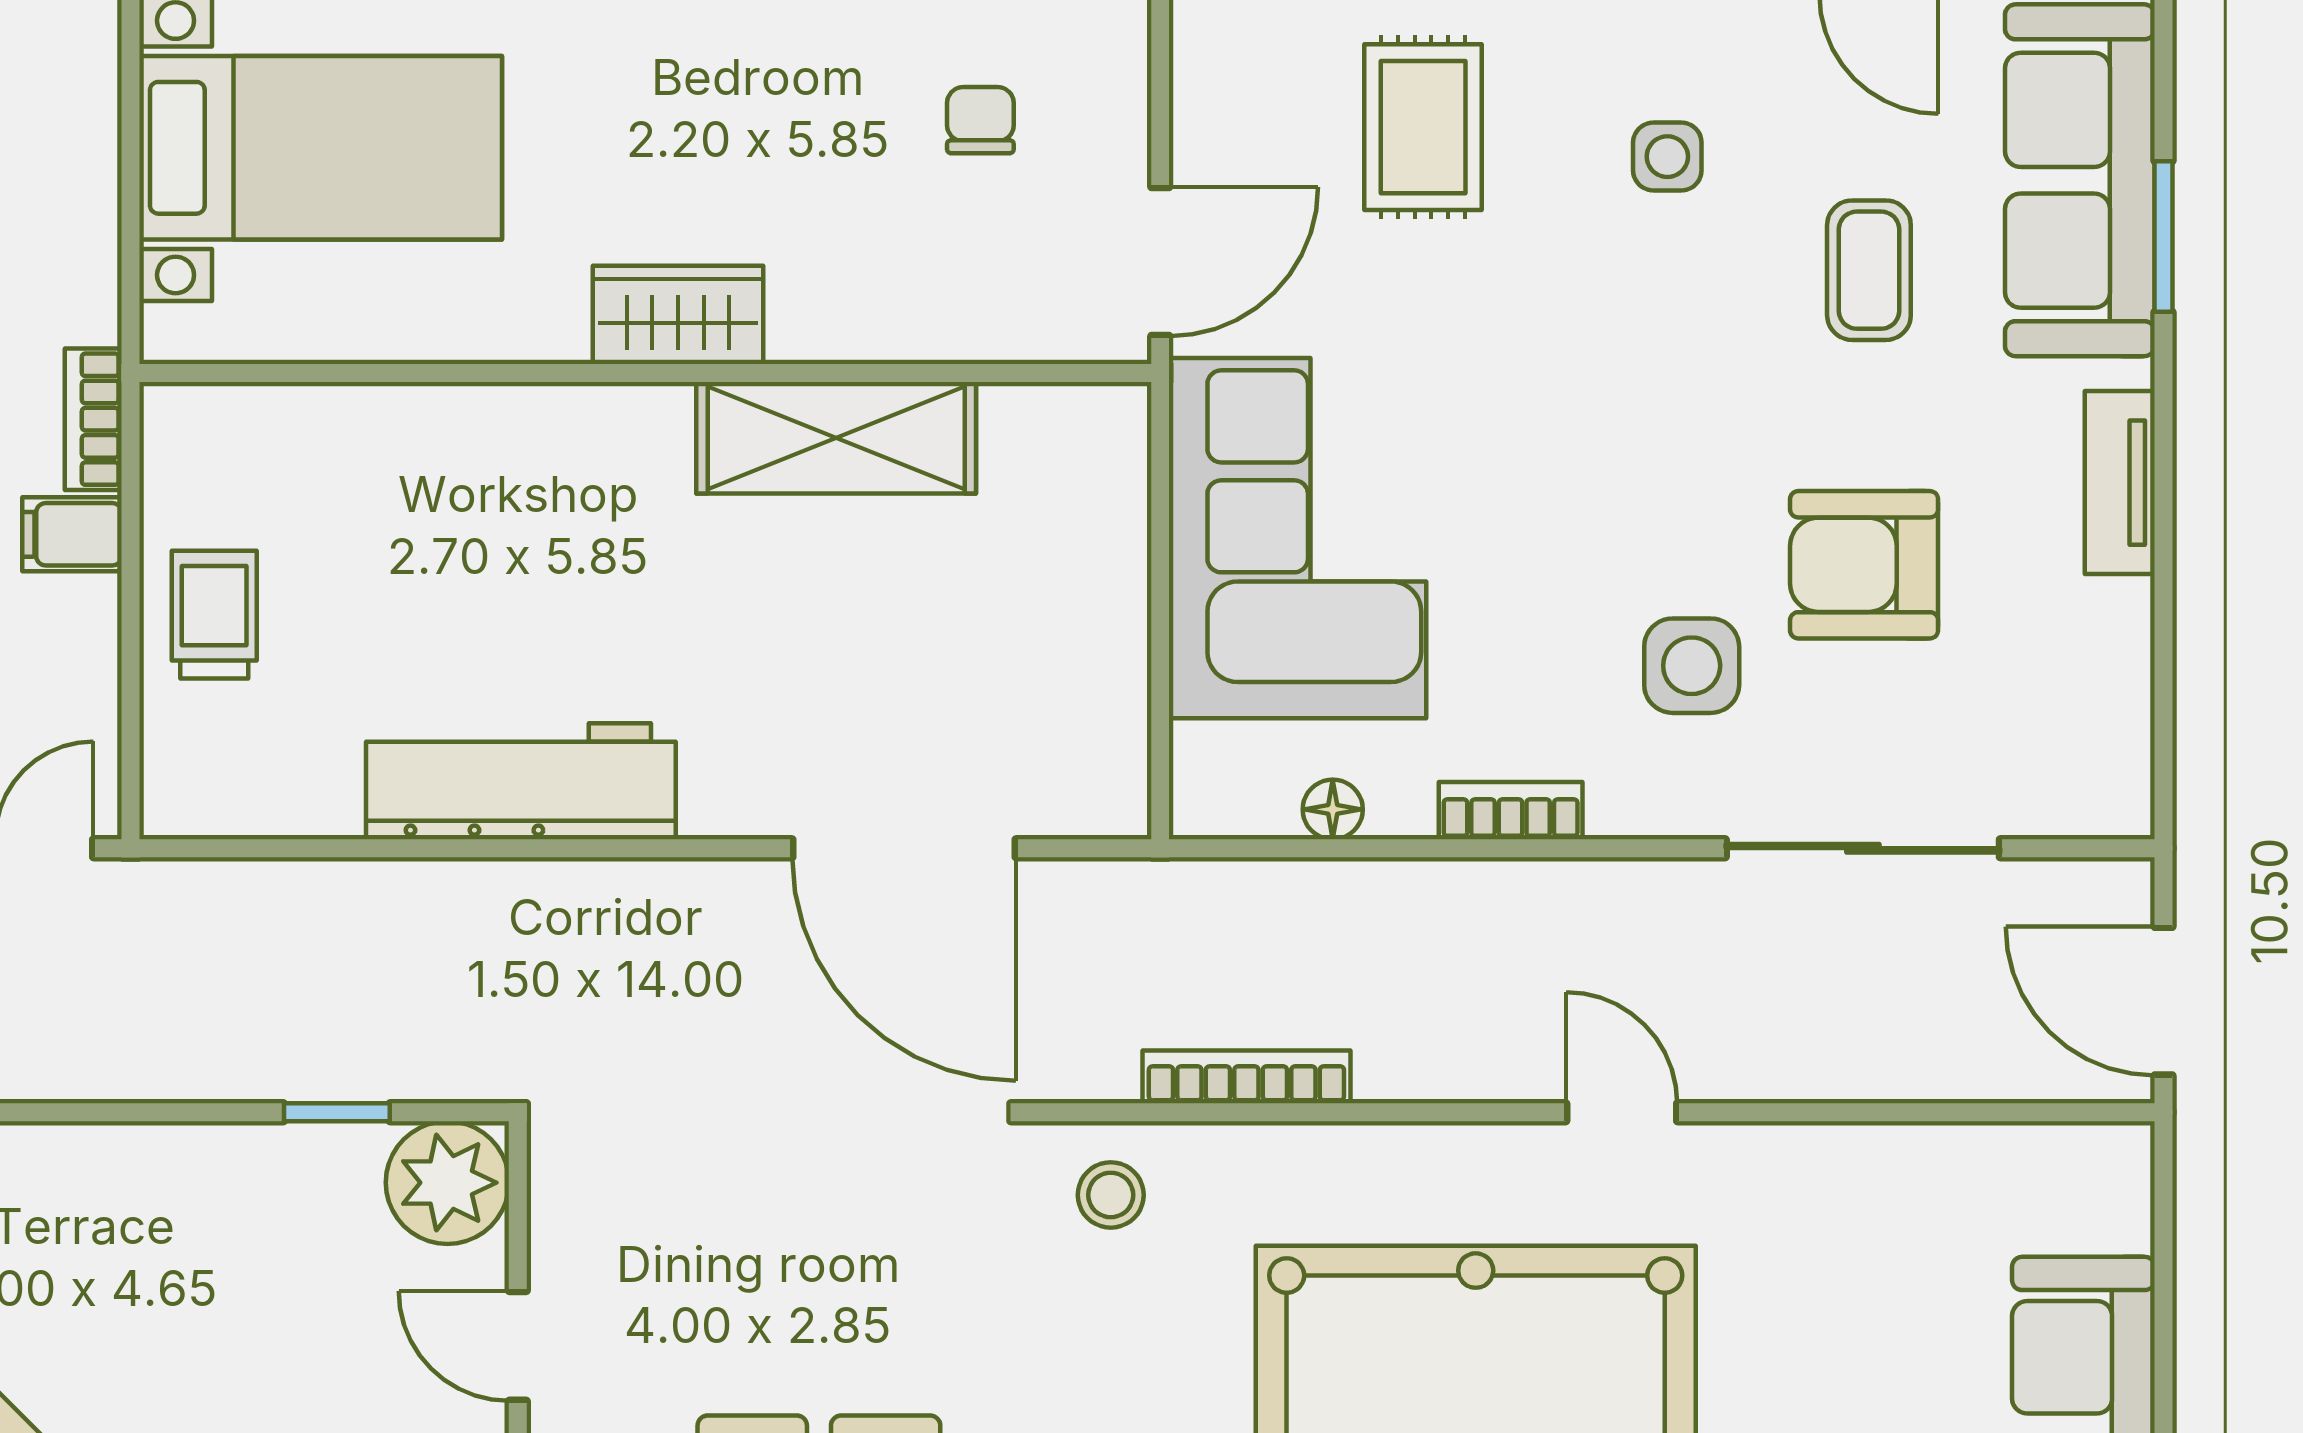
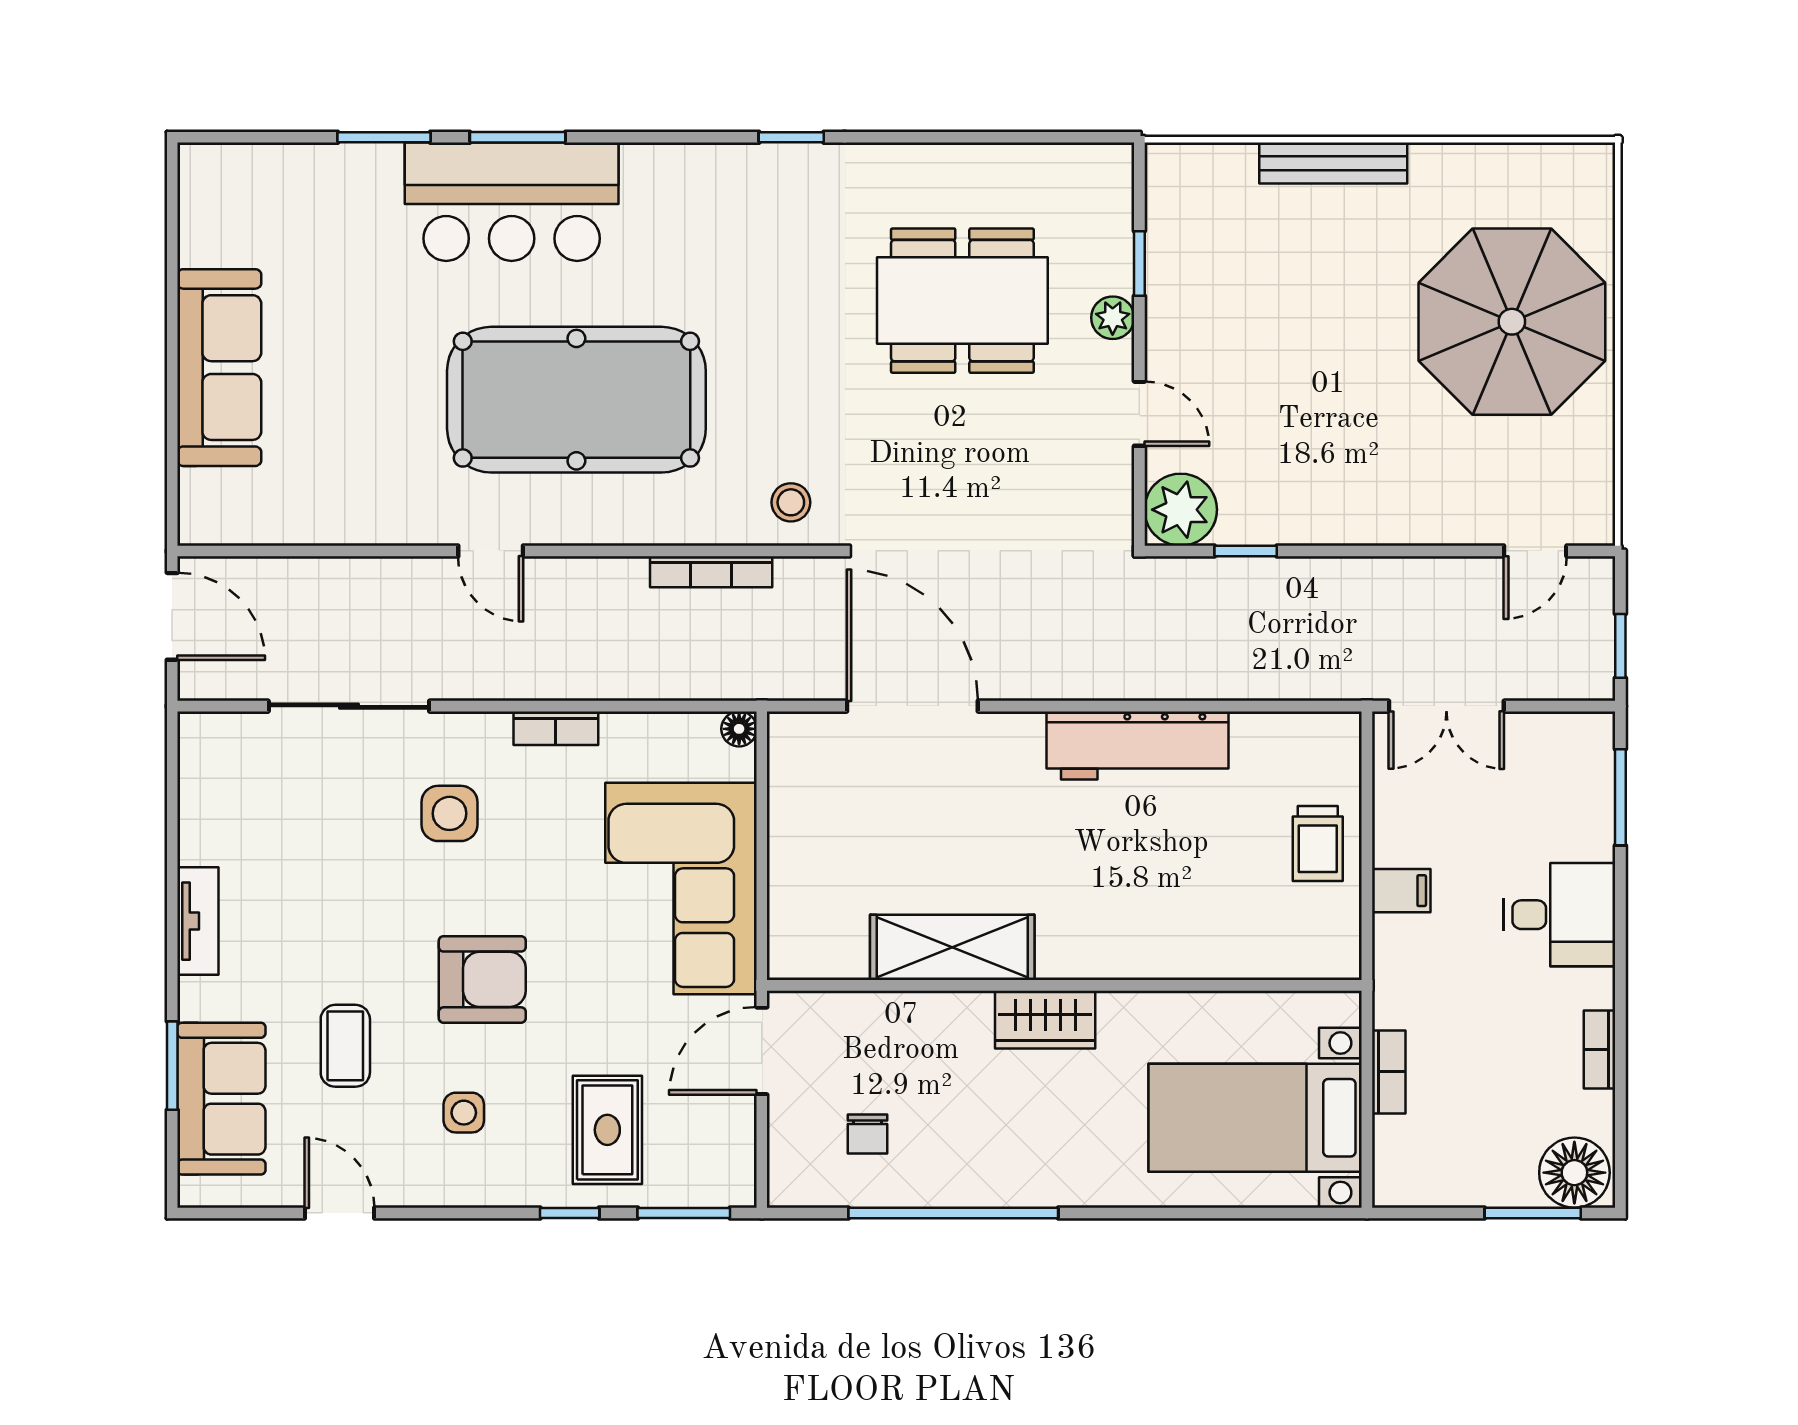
sofa: (2080, 180) -> (221, 1099), width x0.73
bookcase: (93, 419) -> (1389, 1072), moved
armchair: (1864, 565) -> (482, 979), moved
floor lamp: (1333, 809) -> (739, 729), moved

